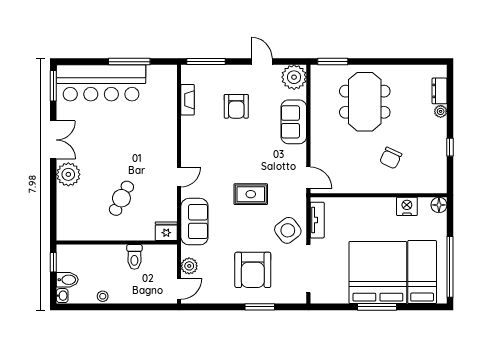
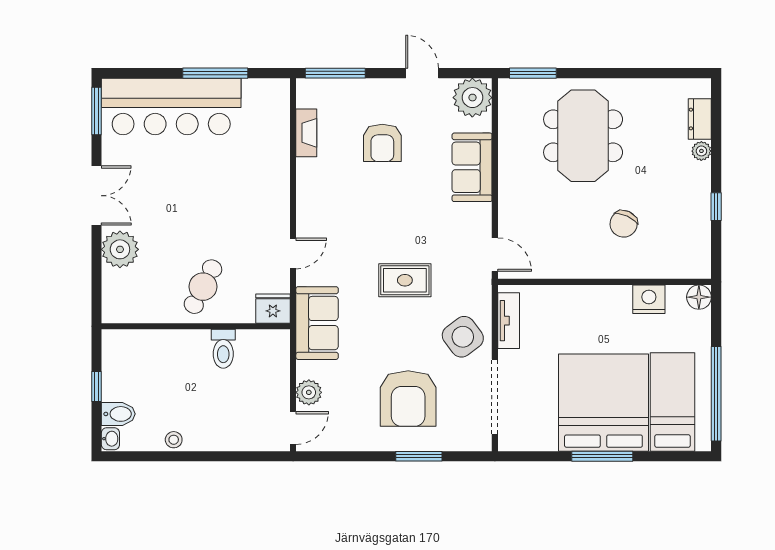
fridge: (166, 231) -> (273, 309), moved
wall: (117, 243) -> (196, 326), moved
toilet: (134, 257) -> (223, 349), moved

